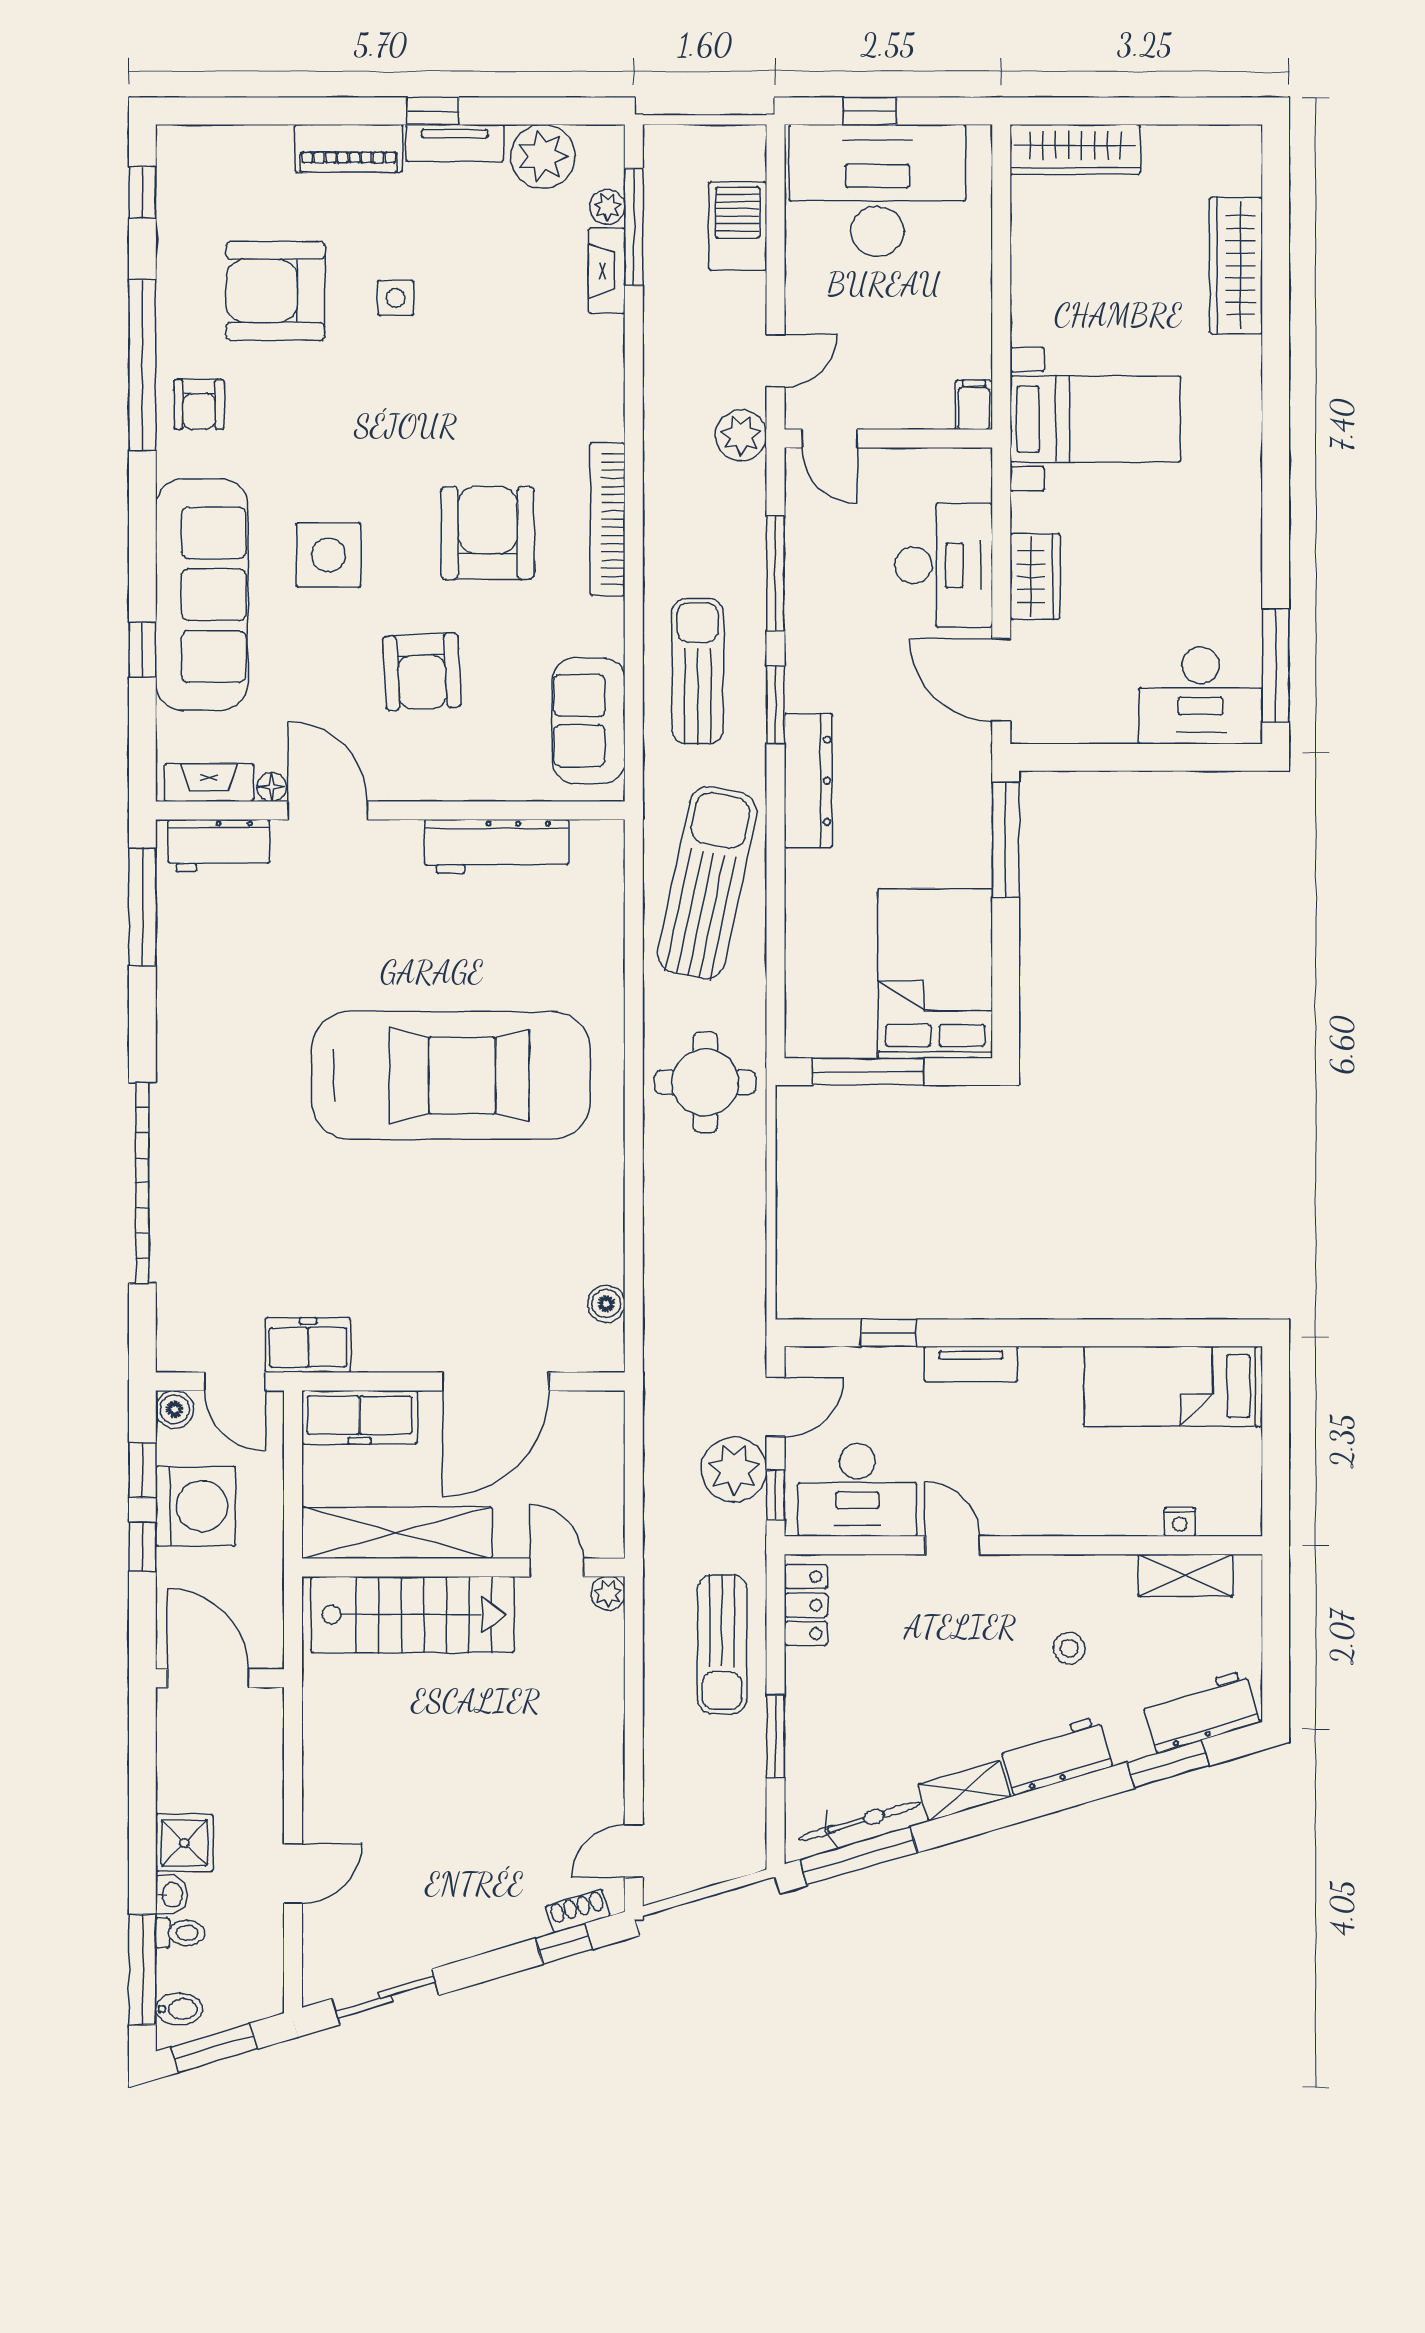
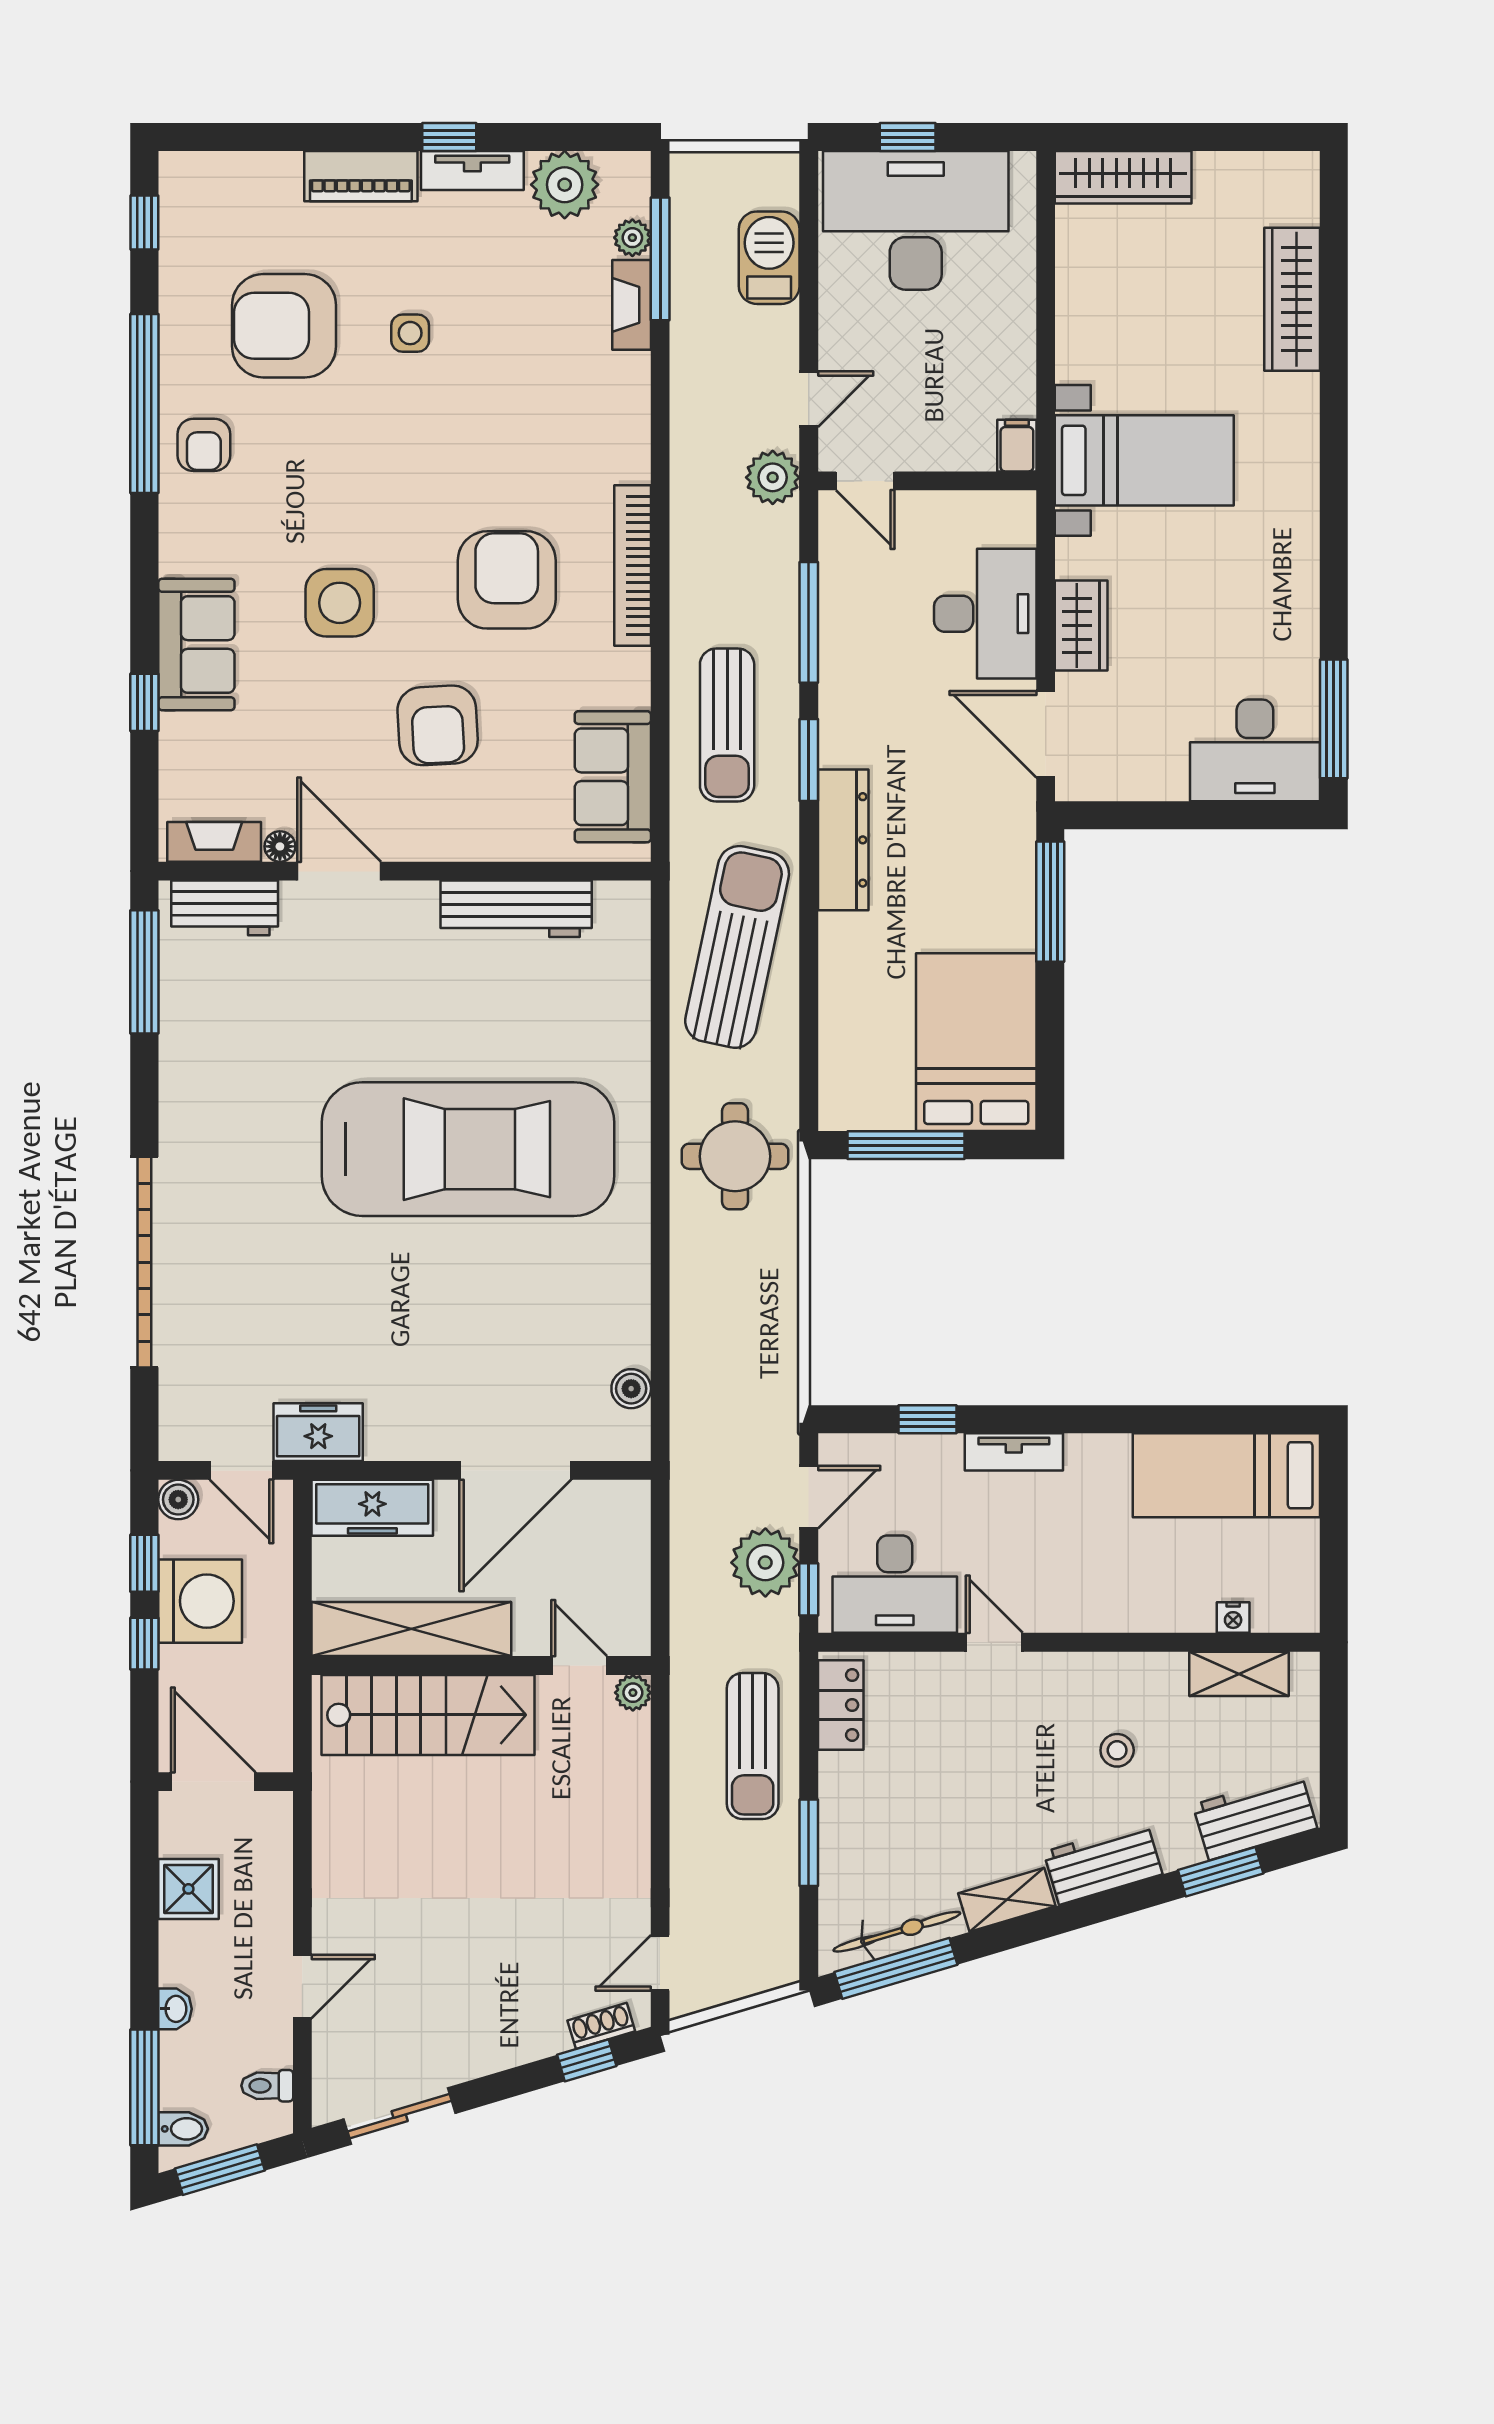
sofa: (202, 595) -> (196, 645), width x0.54, depth x0.79
sun lounger: (698, 671) -> (727, 725), turned 180
shower: (184, 1843) -> (188, 1889), moved
toilet: (180, 1933) -> (267, 2086), moved, turned 180

